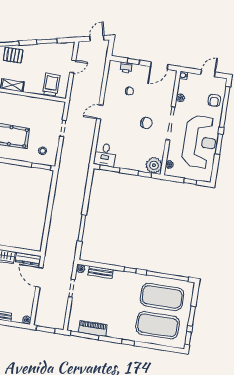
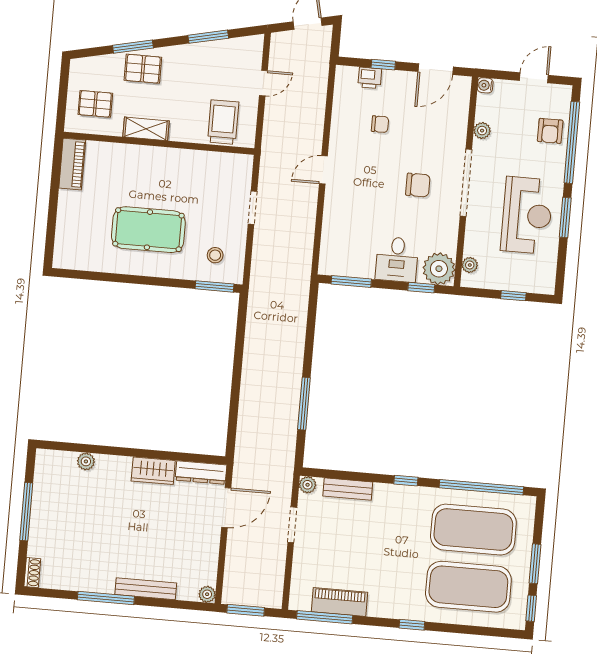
reception desk: (200, 142) -> (527, 215), width x0.74, depth x0.77
desk: (105, 155) -> (397, 259), moved
door: (39, 277) -> (226, 508), swing flipped

